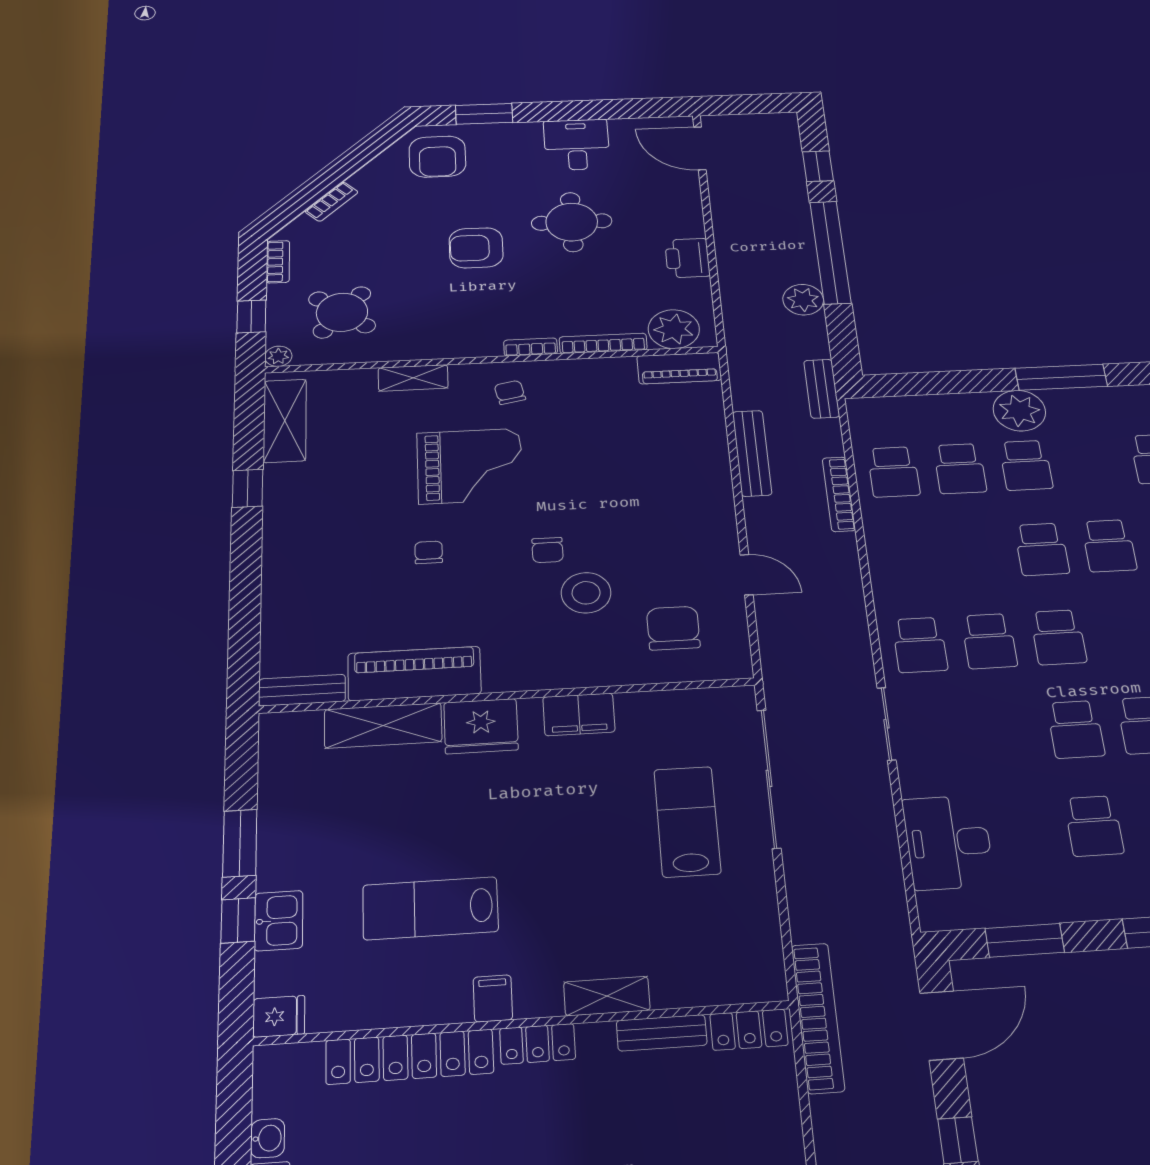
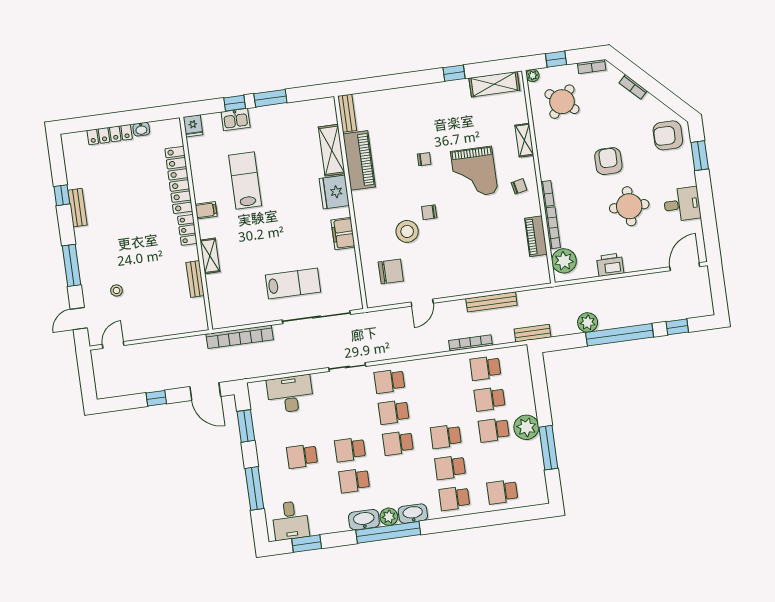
piano: (679, 368) -> (536, 236), moved
bookcase: (818, 1017) -> (240, 337), moved
locker: (749, 1030) -> (199, 314), removed

